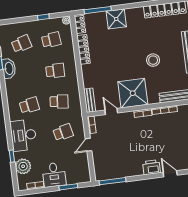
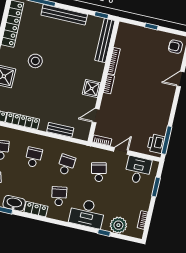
stool: (153, 60) -> (35, 61), moved
locker: (11, 89) -> (36, 209), added
shower: (133, 93) -> (92, 89), width x0.54, depth x0.54
bench: (90, 100) -> (60, 130), moved
door: (89, 145) -> (121, 151), swing flipped
printer: (151, 167) -> (156, 144), moved
desk: (54, 175) -> (138, 170), moved, turned -90

